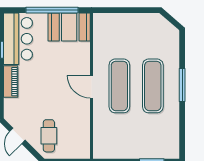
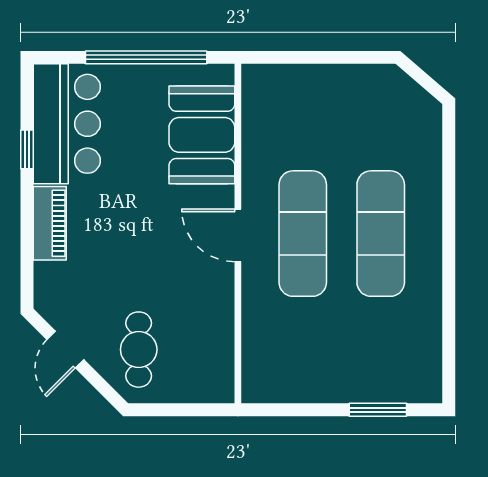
booth: (69, 27) -> (202, 135), moved, turned 90
window: (182, 85) -> (449, 231), removed

